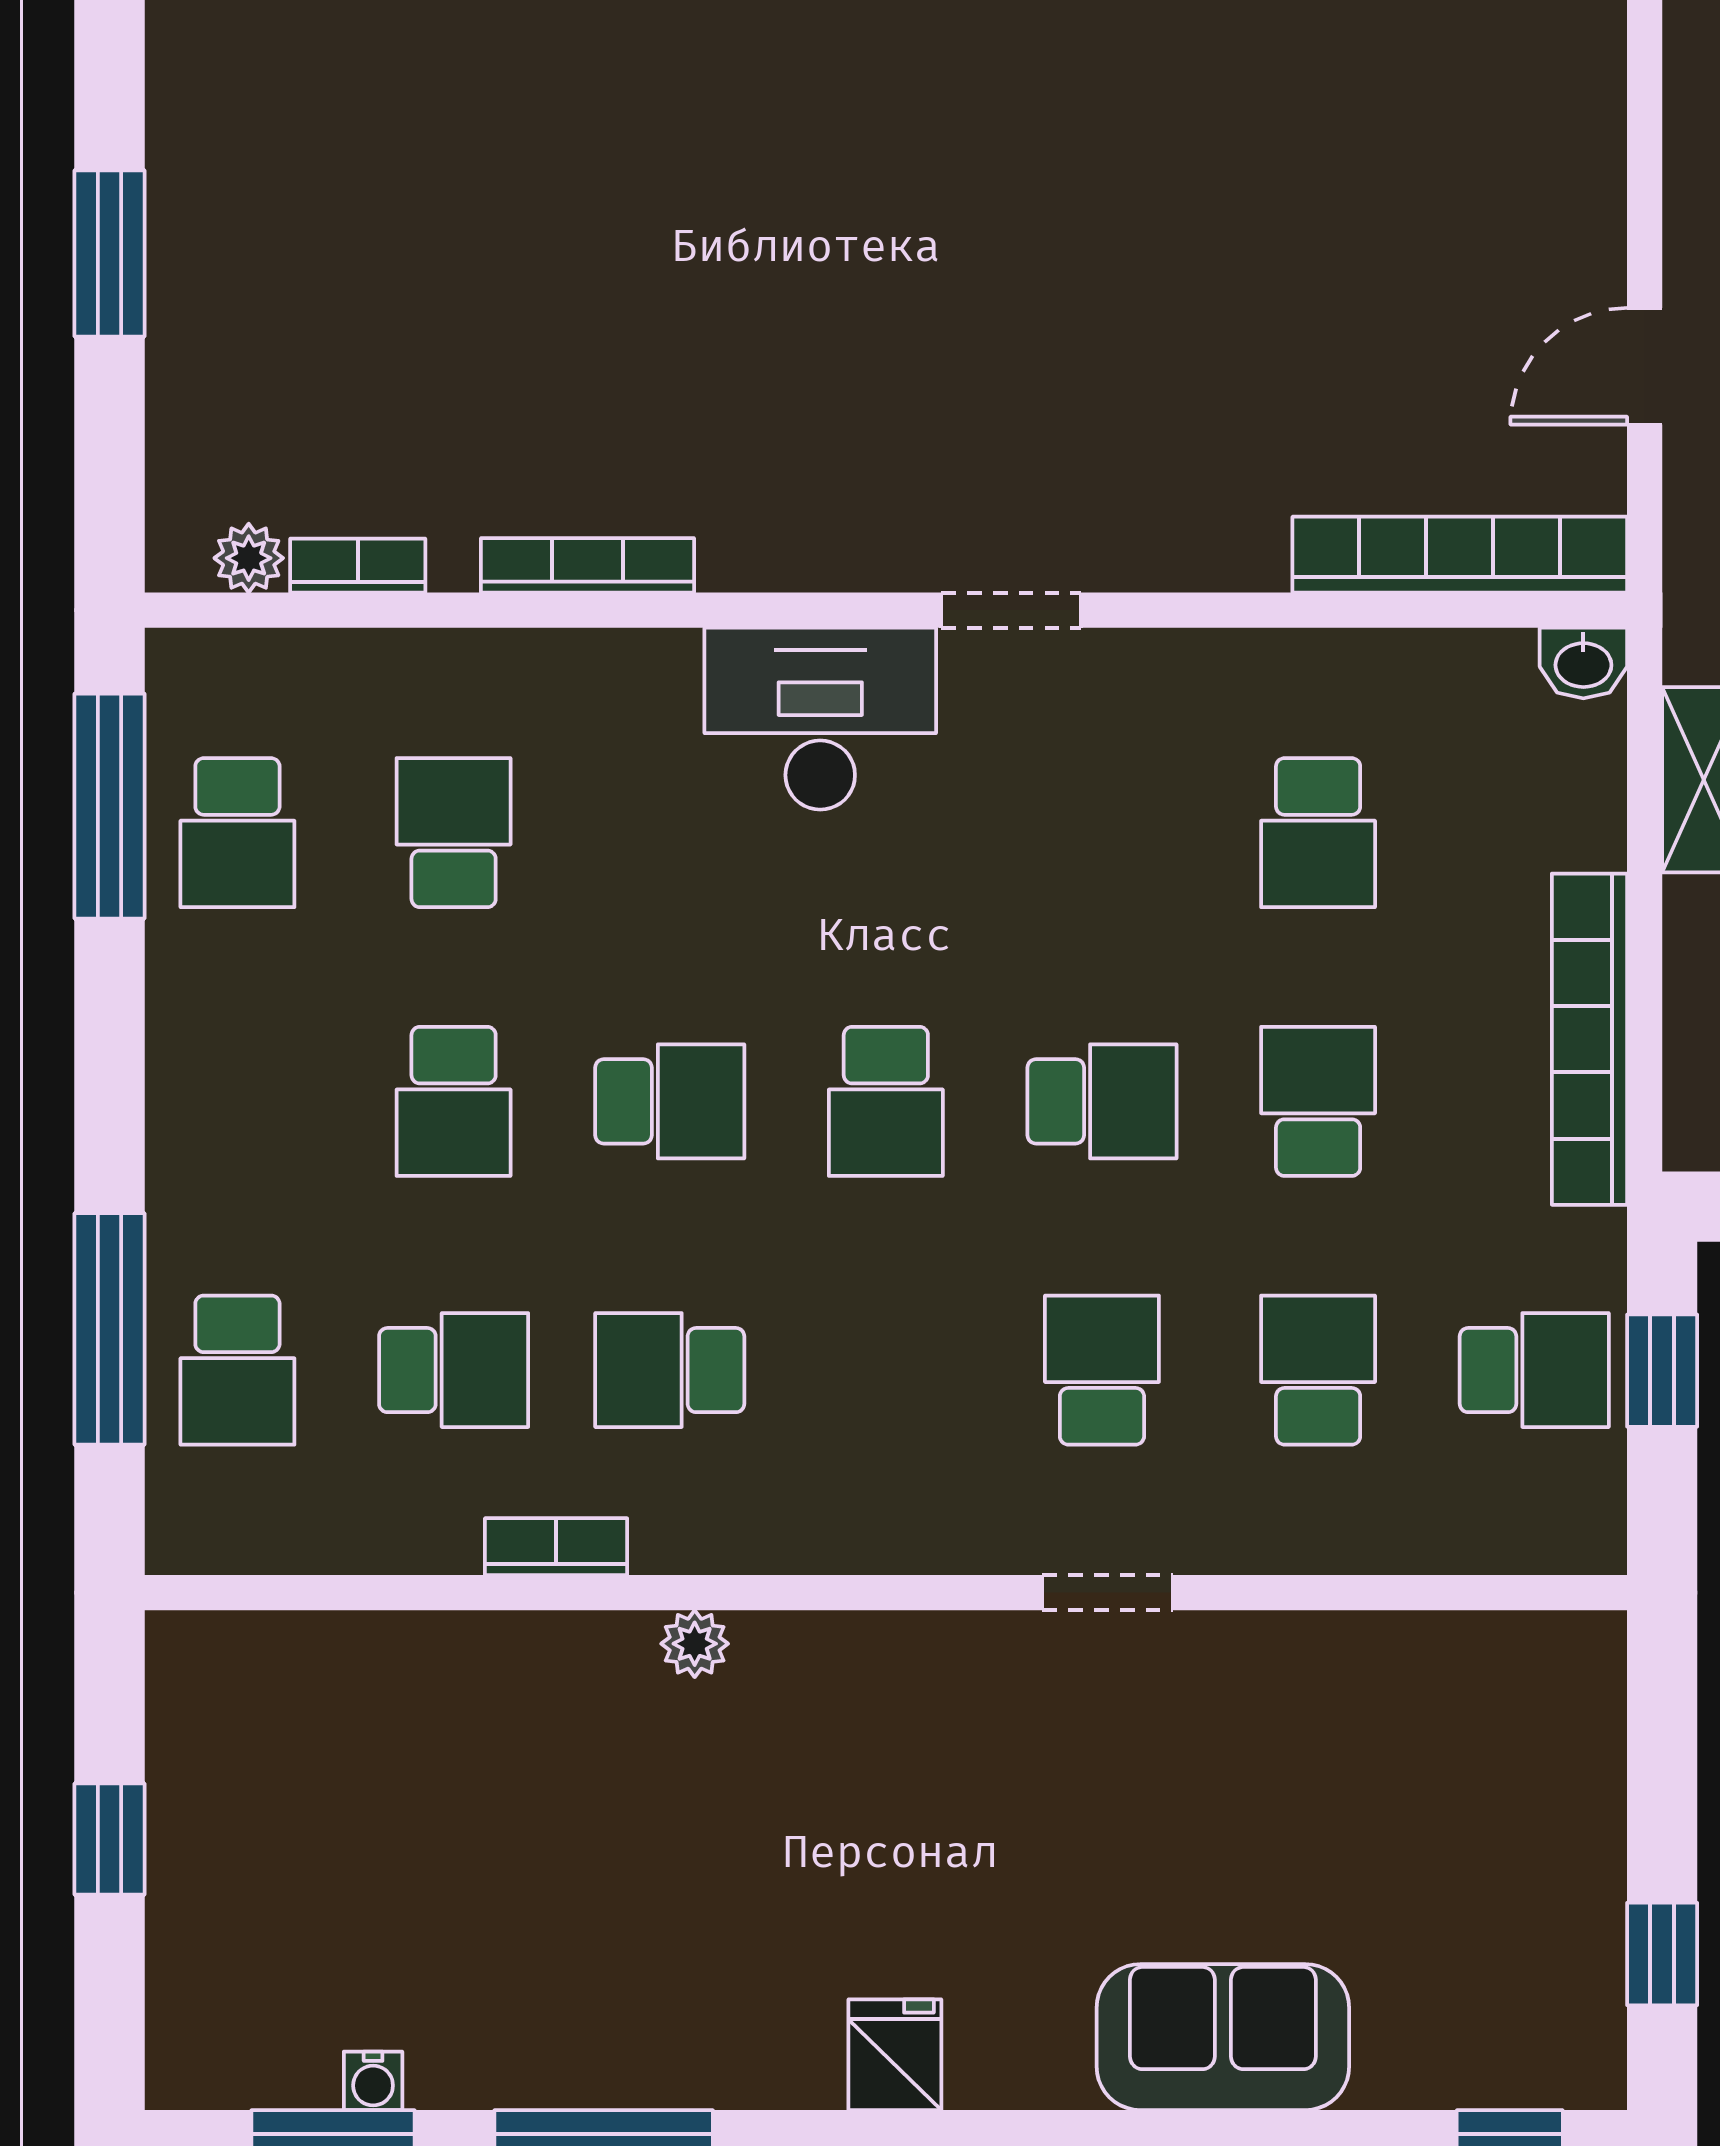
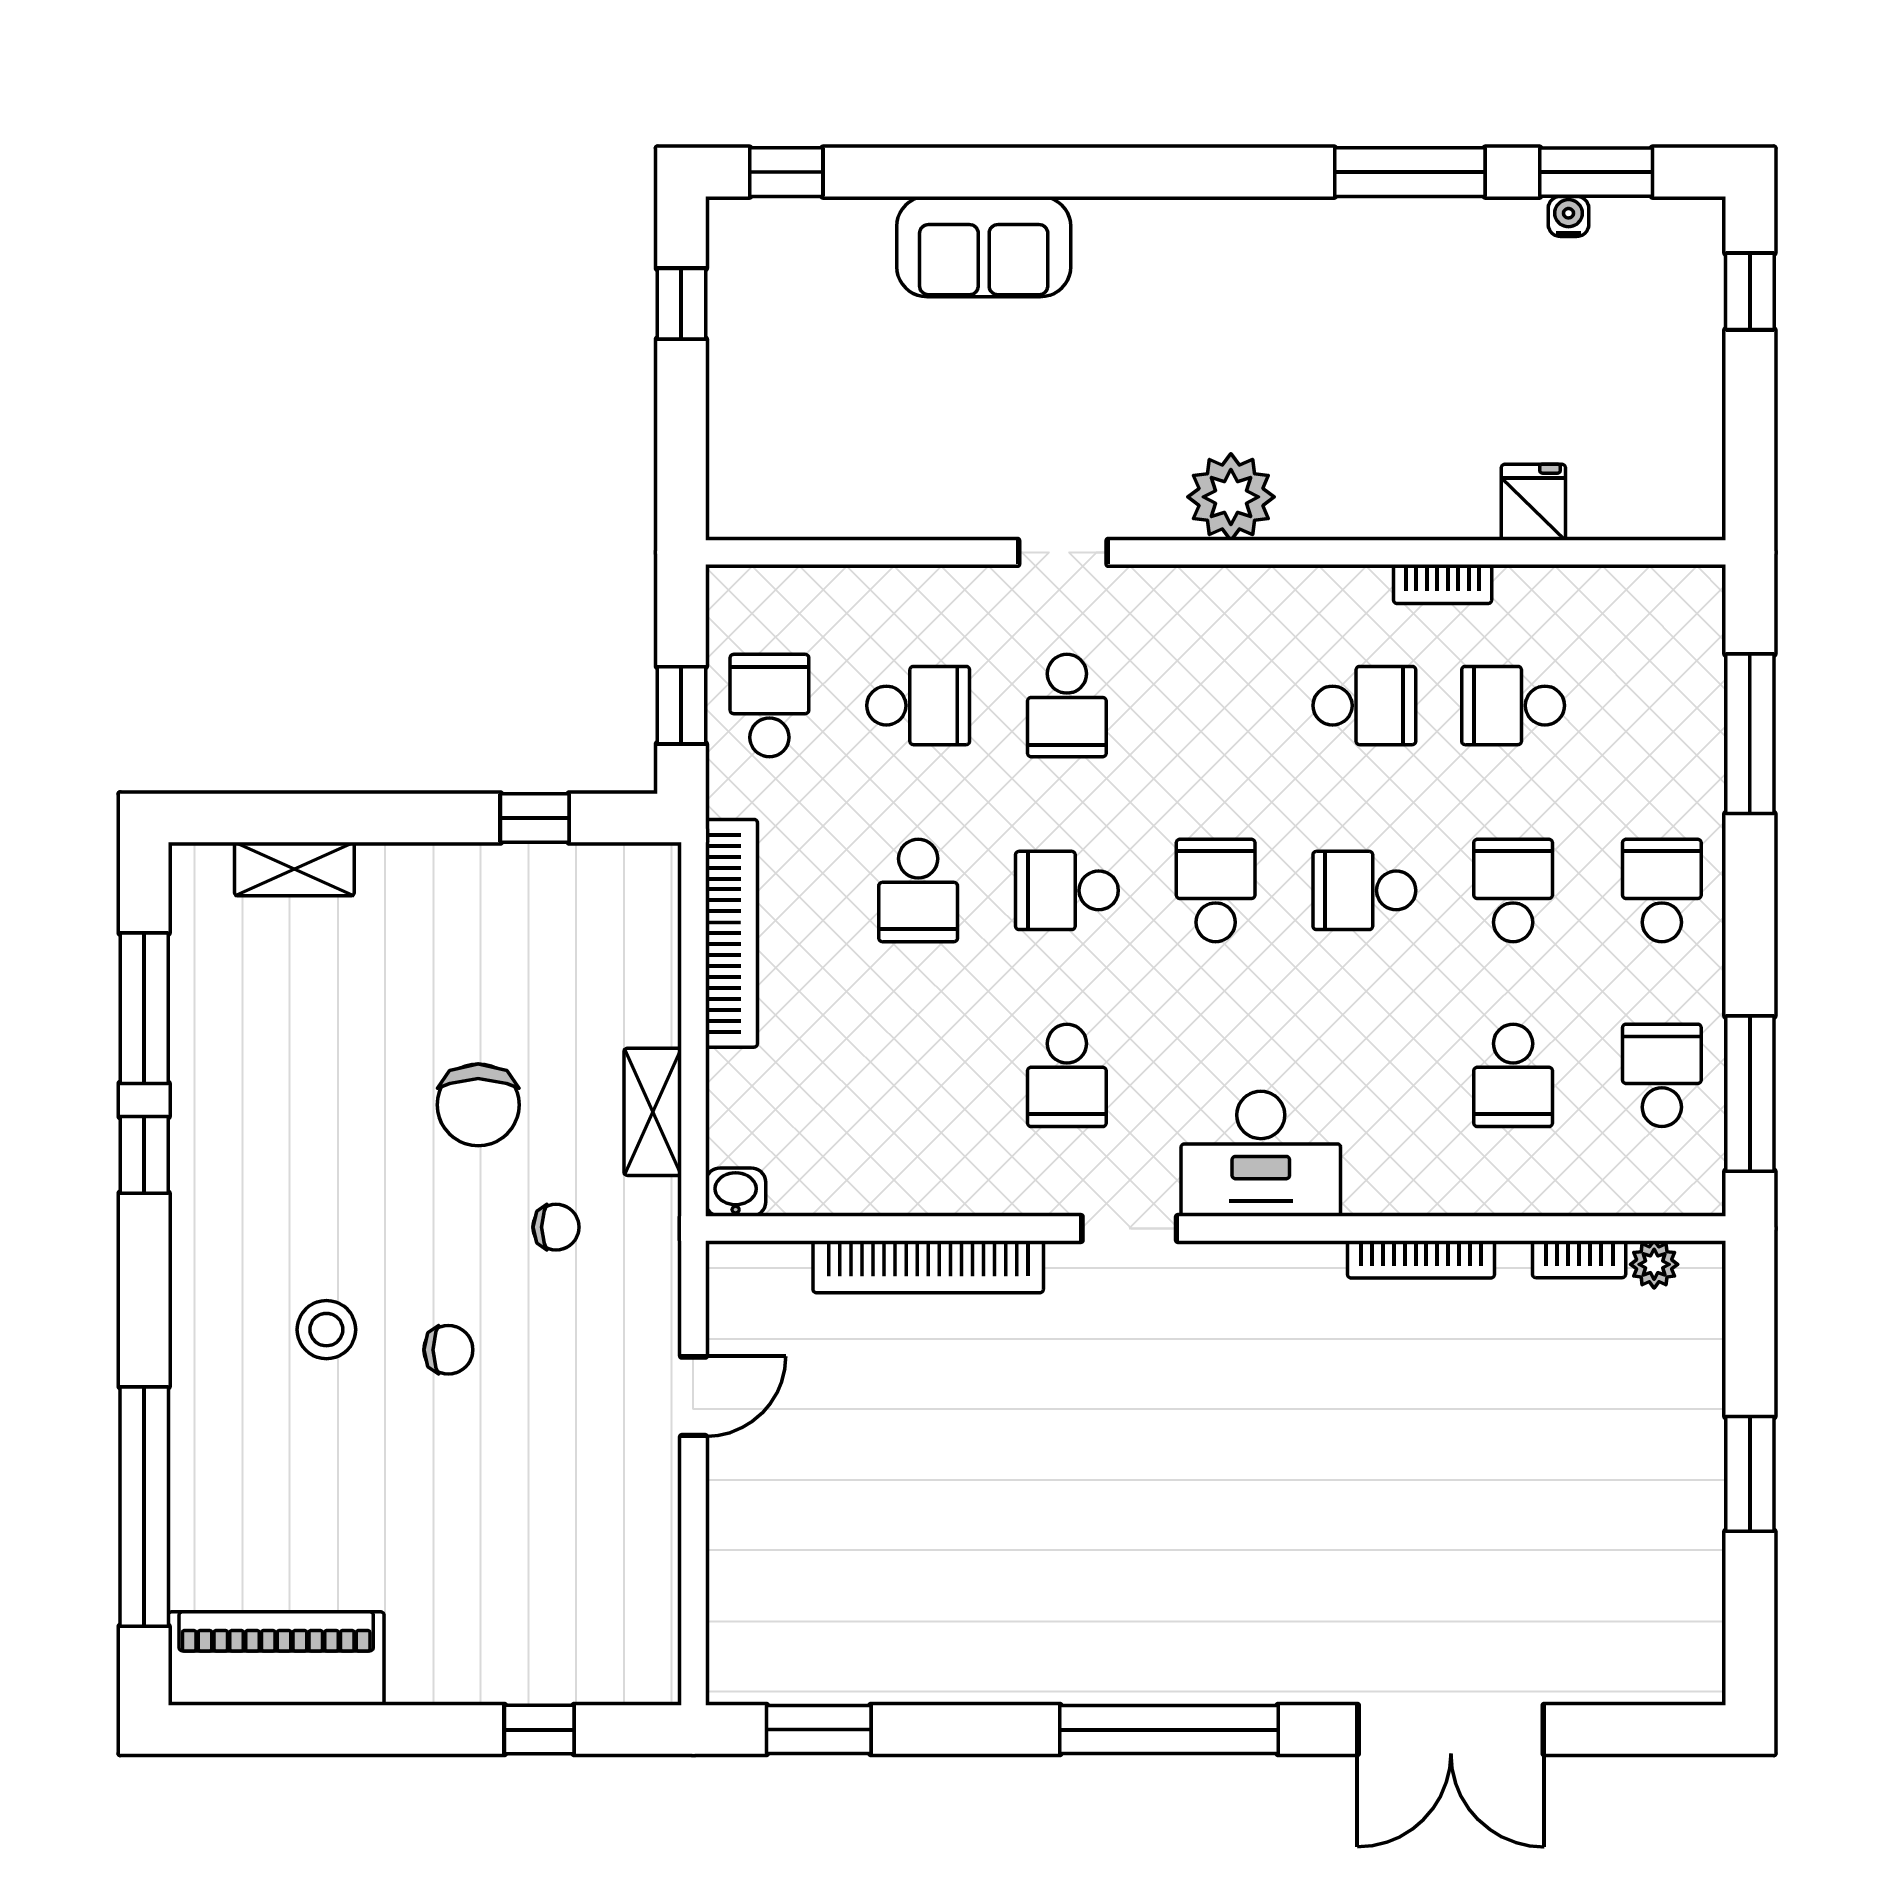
bookcase: (1460, 555) -> (928, 1267), moved
school desk: (1318, 833) -> (1067, 1075), moved, turned 180
school desk: (237, 1370) -> (1662, 890), moved
school desk: (1318, 1370) -> (918, 706), turned -90
school desk: (1534, 1370) -> (769, 706), turned 90
plant: (695, 1644) -> (1231, 497), moved, width x1.88, depth x1.88
window: (110, 1839) -> (1750, 291), moved
fridge: (895, 2055) -> (1533, 502), moved, turned 180

